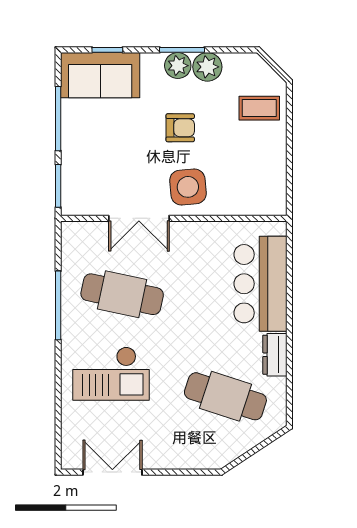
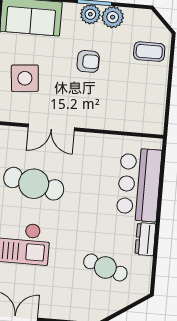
side table: (188, 187) -> (25, 78), moved
cafe table: (225, 396) -> (105, 267), width x0.73, depth x0.74

